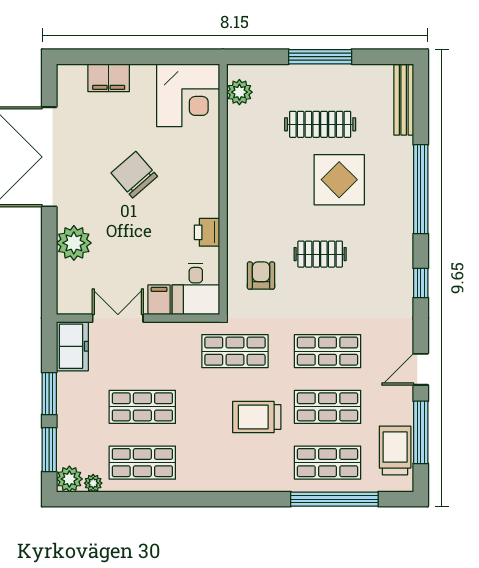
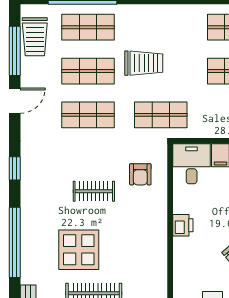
printer: (207, 232) -> (183, 225), moved

